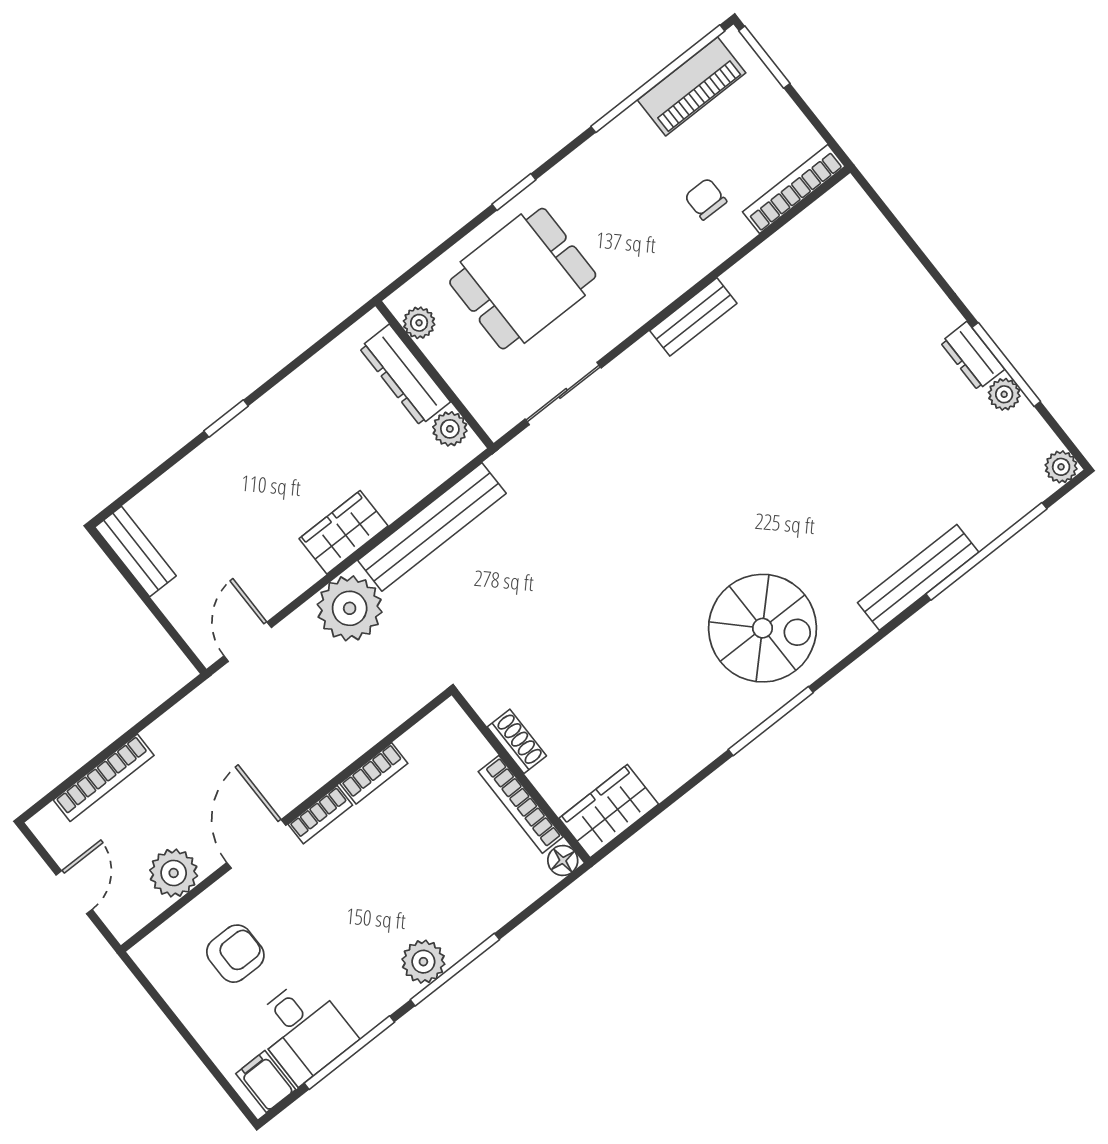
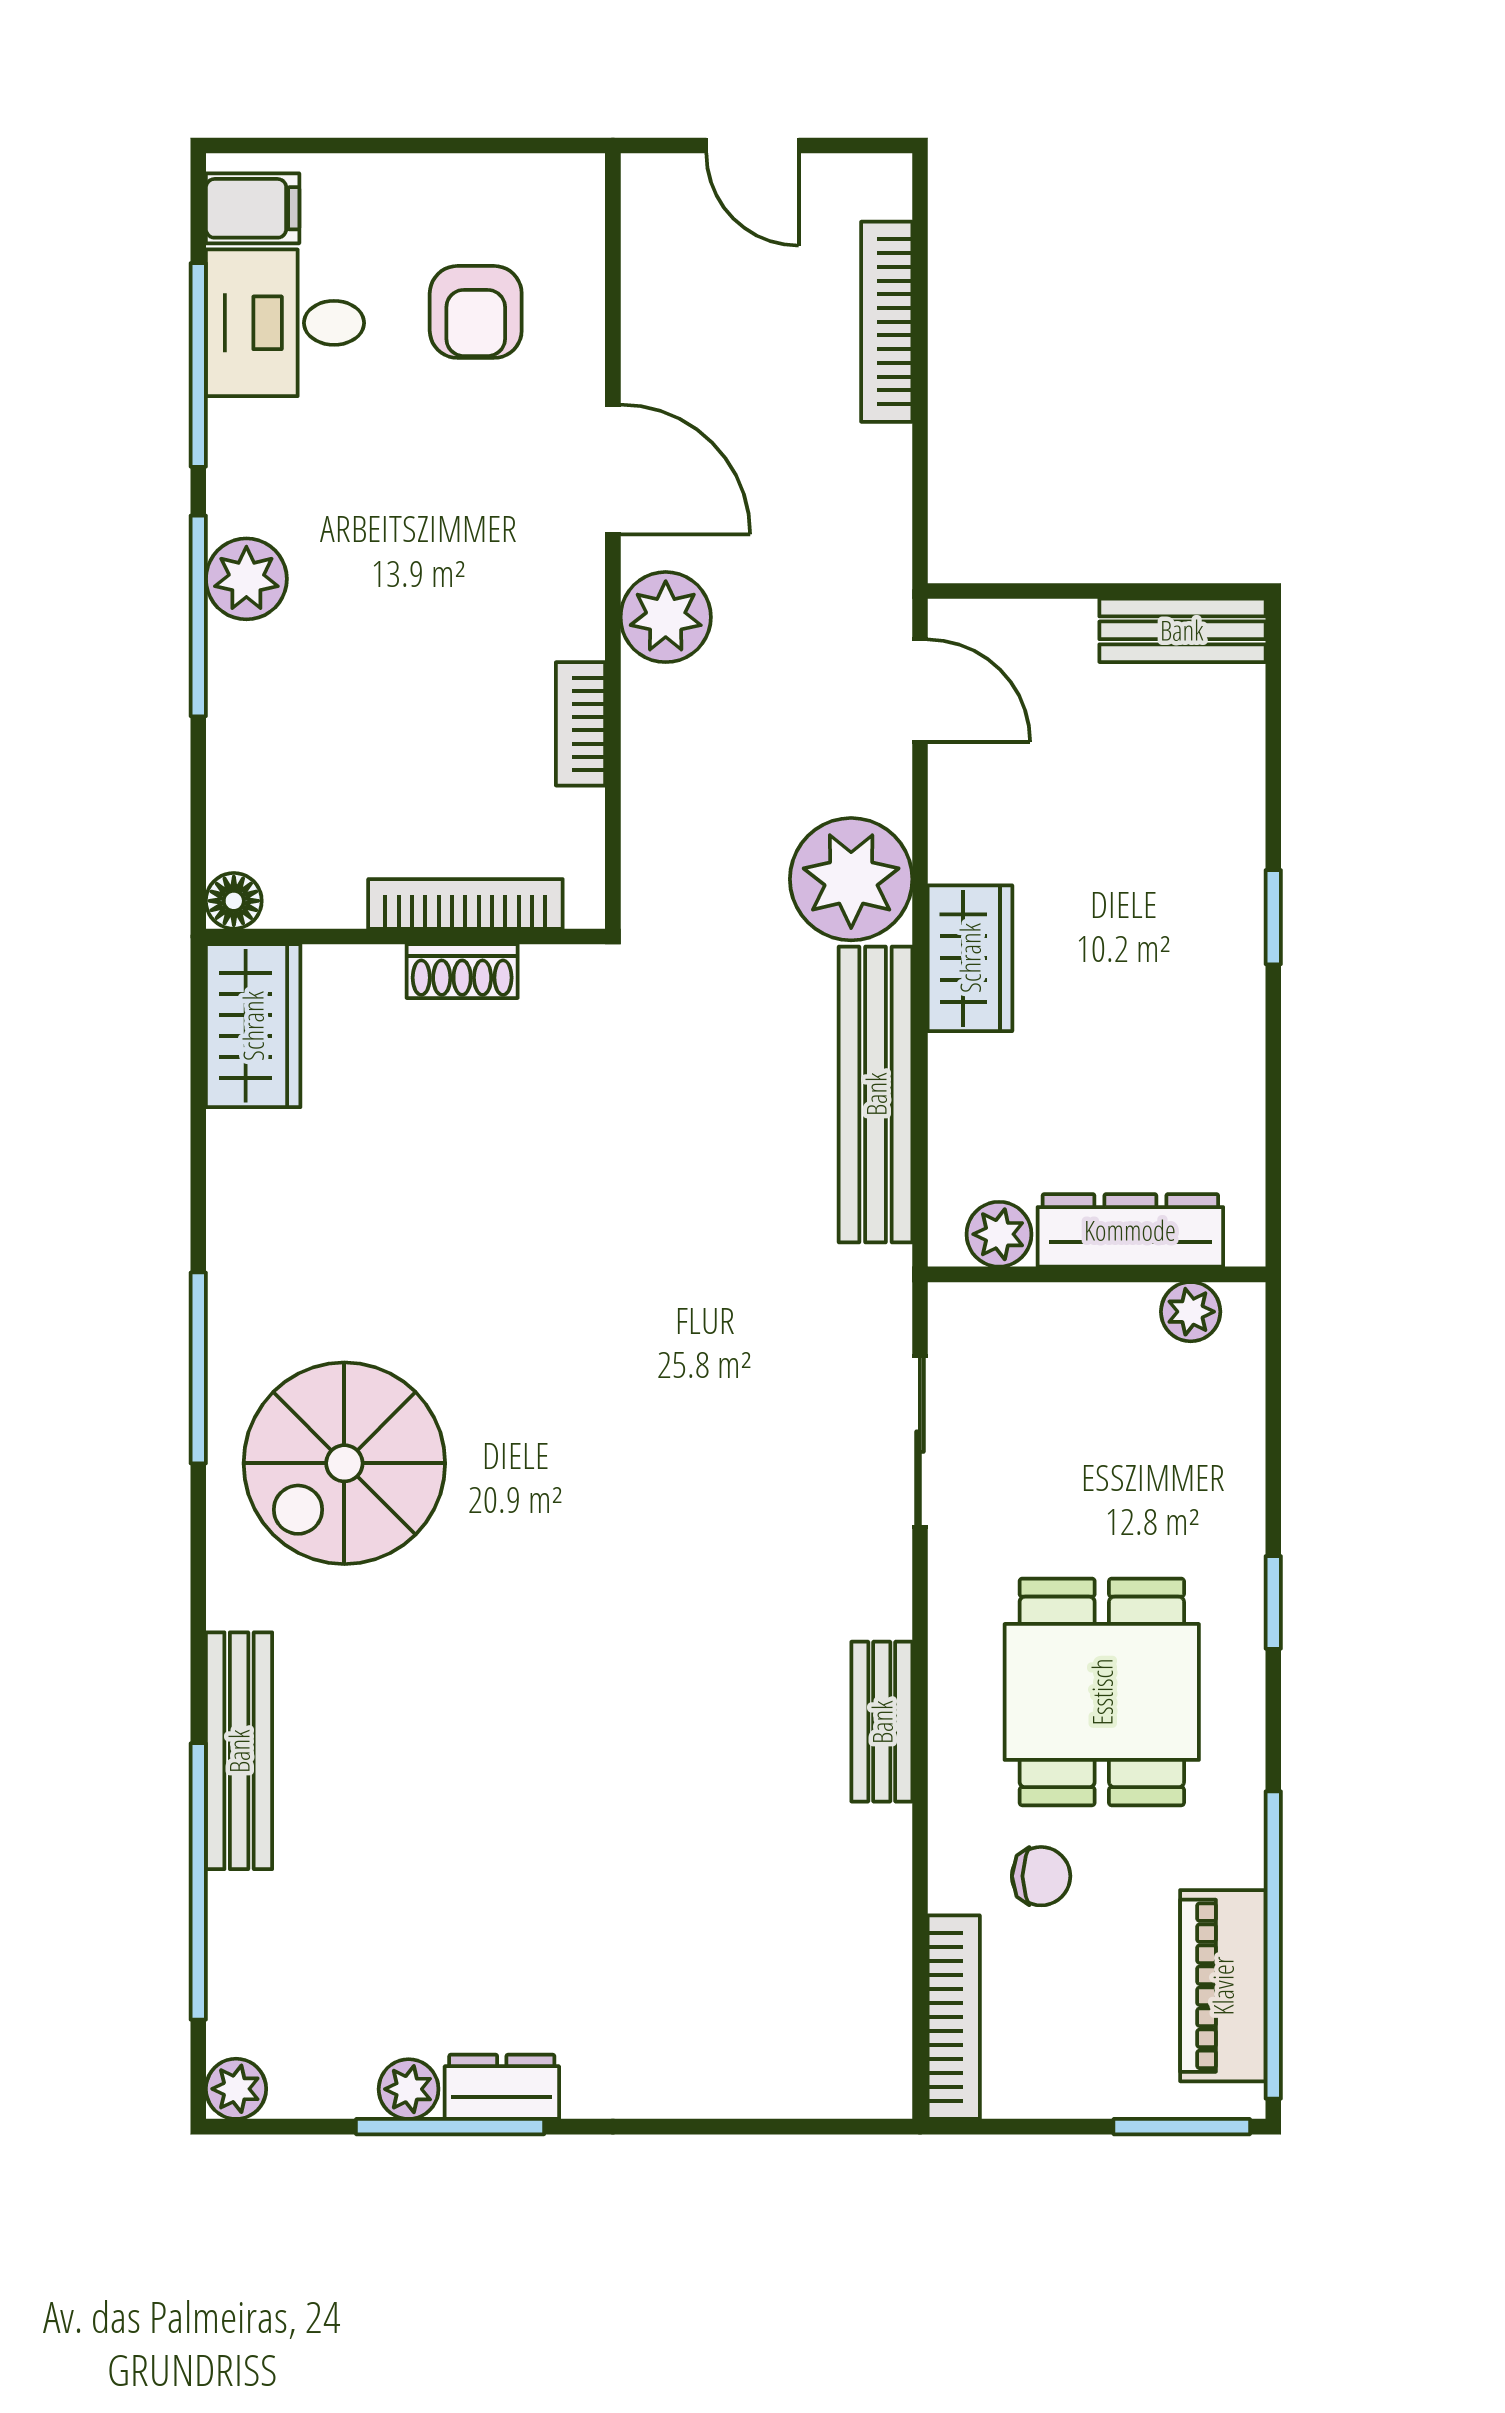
dining table: (523, 279) -> (1102, 1692), moved
bookcase: (521, 804) -> (465, 904), moved
bookcase: (320, 815) -> (582, 597), removed
plant: (174, 873) -> (666, 617), moved

